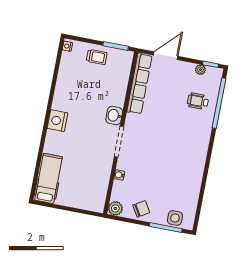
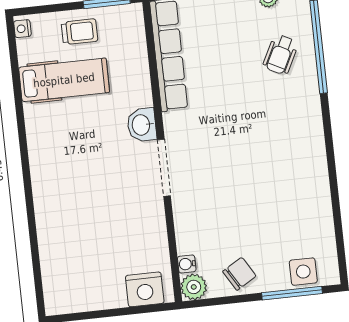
wheelchair: (198, 101) -> (281, 55), turned -63
nightstand: (57, 121) -> (145, 289), moved, turned -90
water cooler: (119, 175) -> (187, 264), moved
hospital bed: (49, 178) -> (64, 80), moved, turned 90

